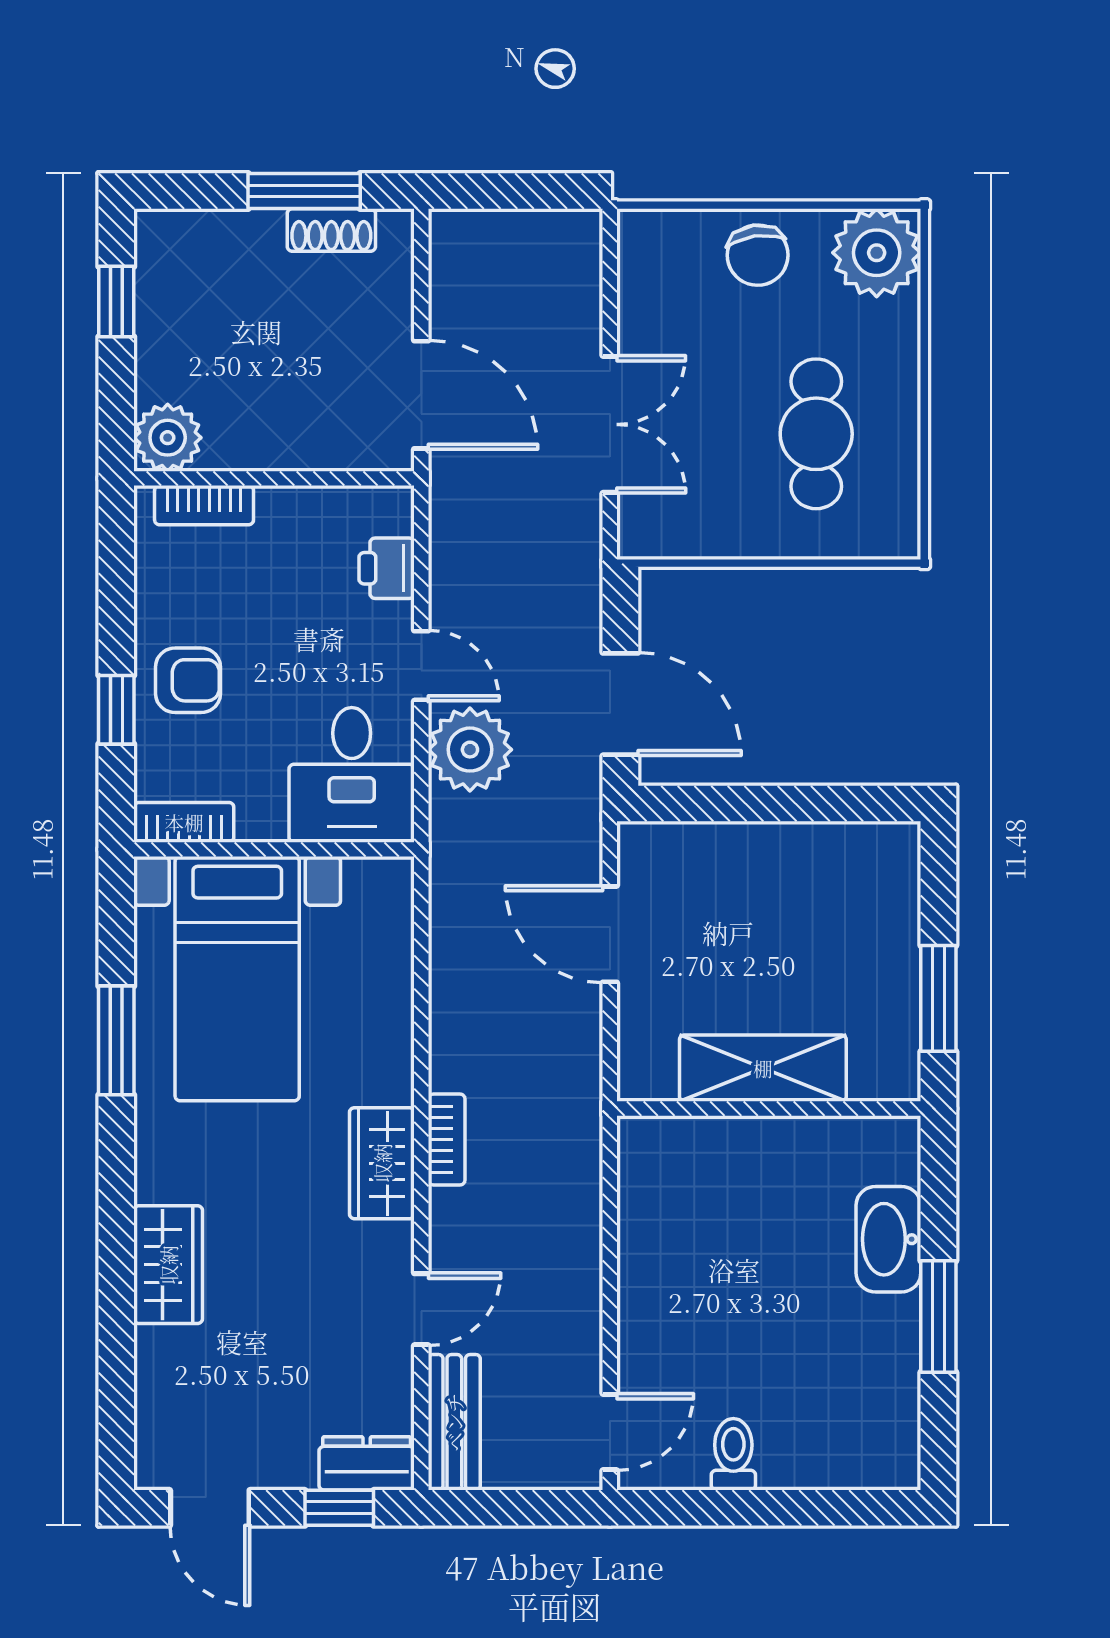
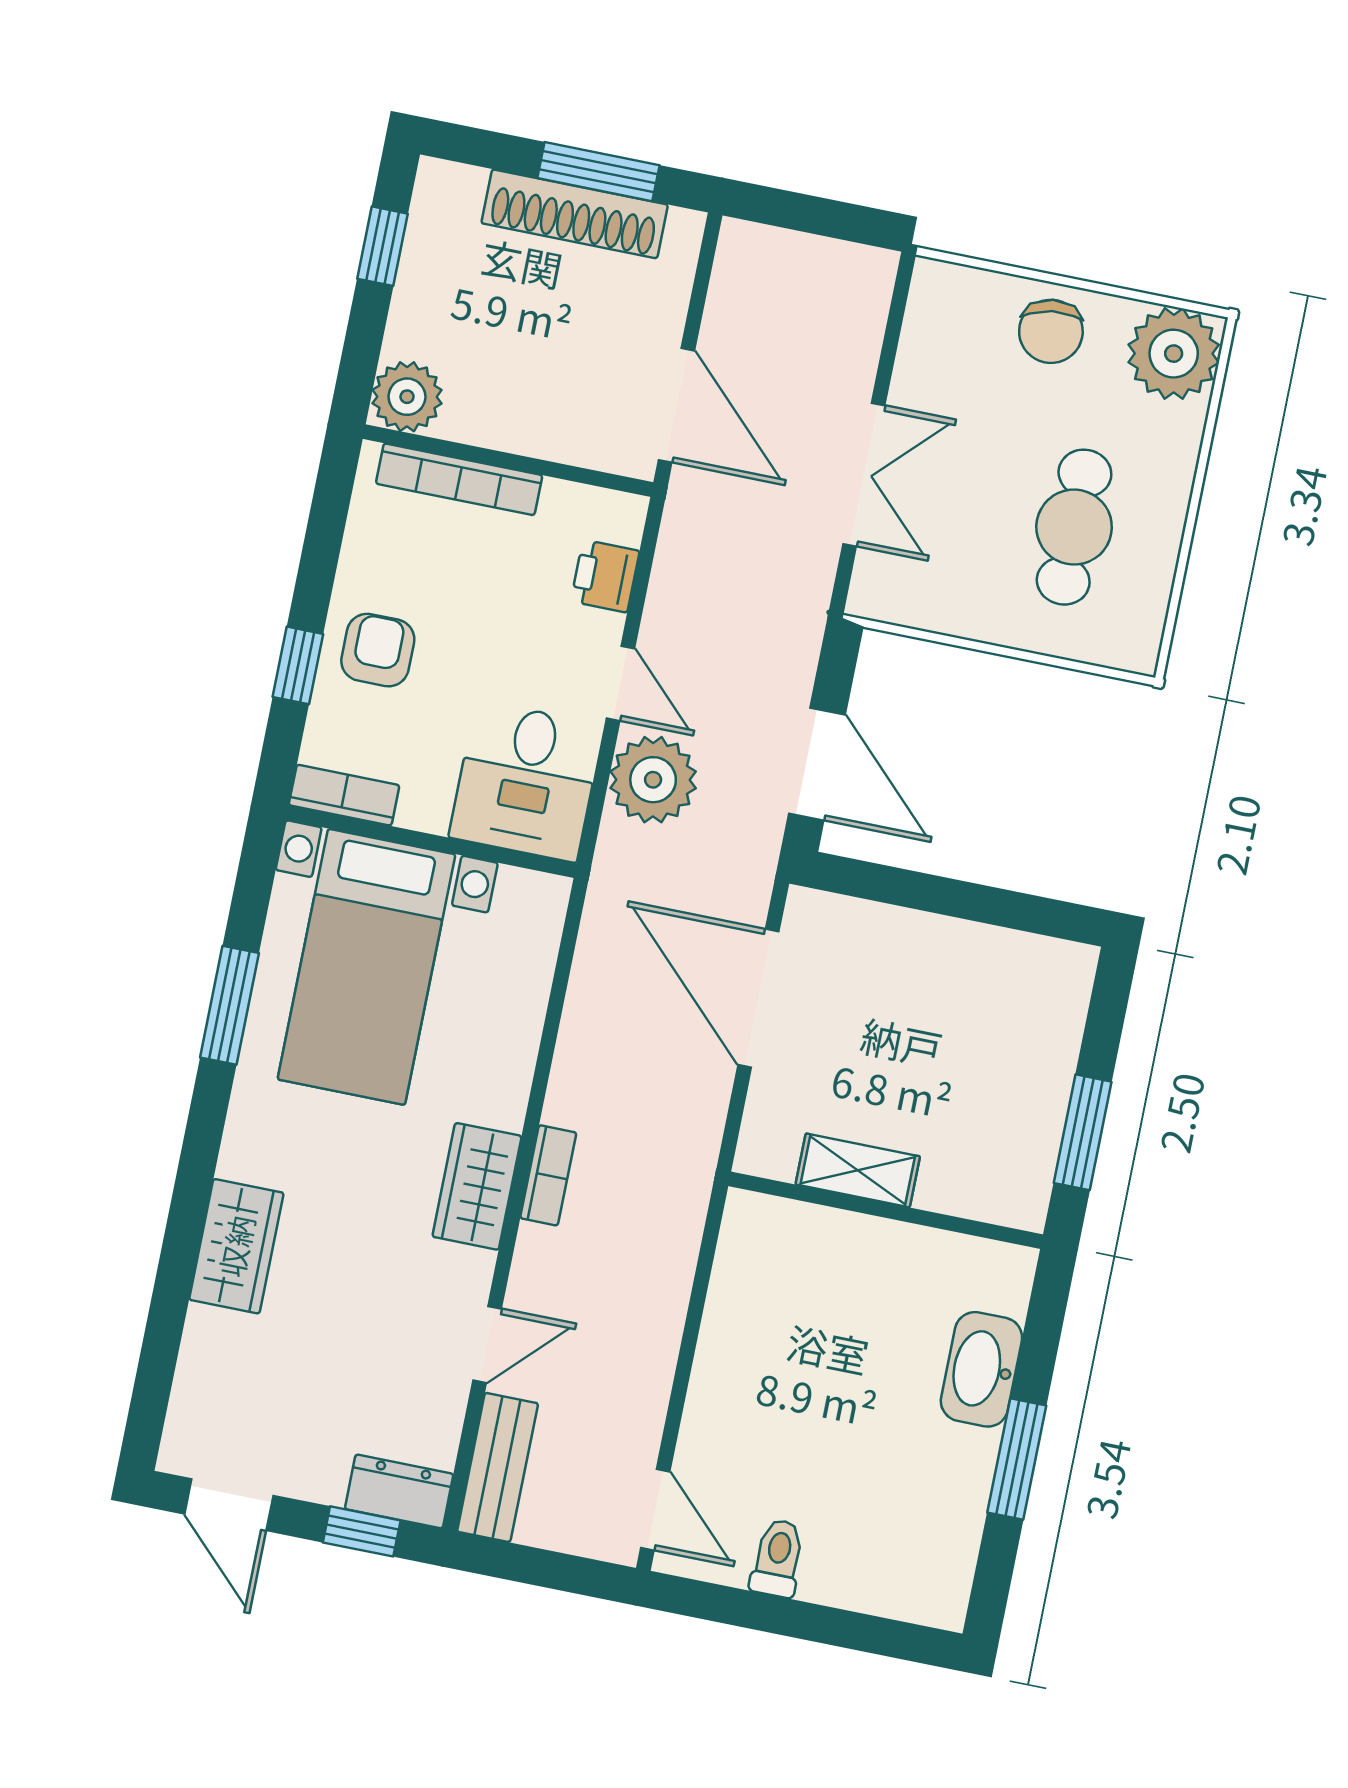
shoe rack: (331, 230) -> (575, 214), width x1.94, depth x1.24
bookcase: (204, 505) -> (459, 479), width x1.56
armchair: (188, 680) -> (378, 650), turned -90
door: (610, 934) -> (758, 998), width x1.36
shelving: (763, 1068) -> (858, 1170), width x0.67, depth x0.75
door: (610, 1432) -> (655, 1510), hinge flipped

